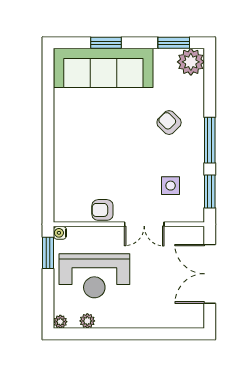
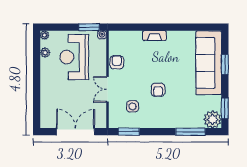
armchair: (169, 123) -> (158, 90), moved, turned 135
window: (210, 140) -> (190, 132), moved
fireplace: (61, 152) -> (154, 36), added

